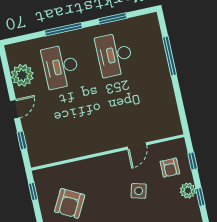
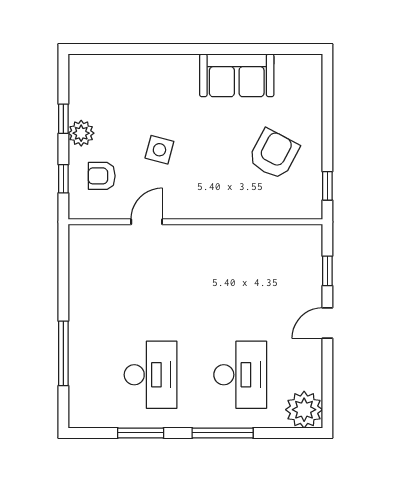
plant: (22, 75) -> (304, 410), moved
armchair: (170, 168) -> (102, 176), turned -90

